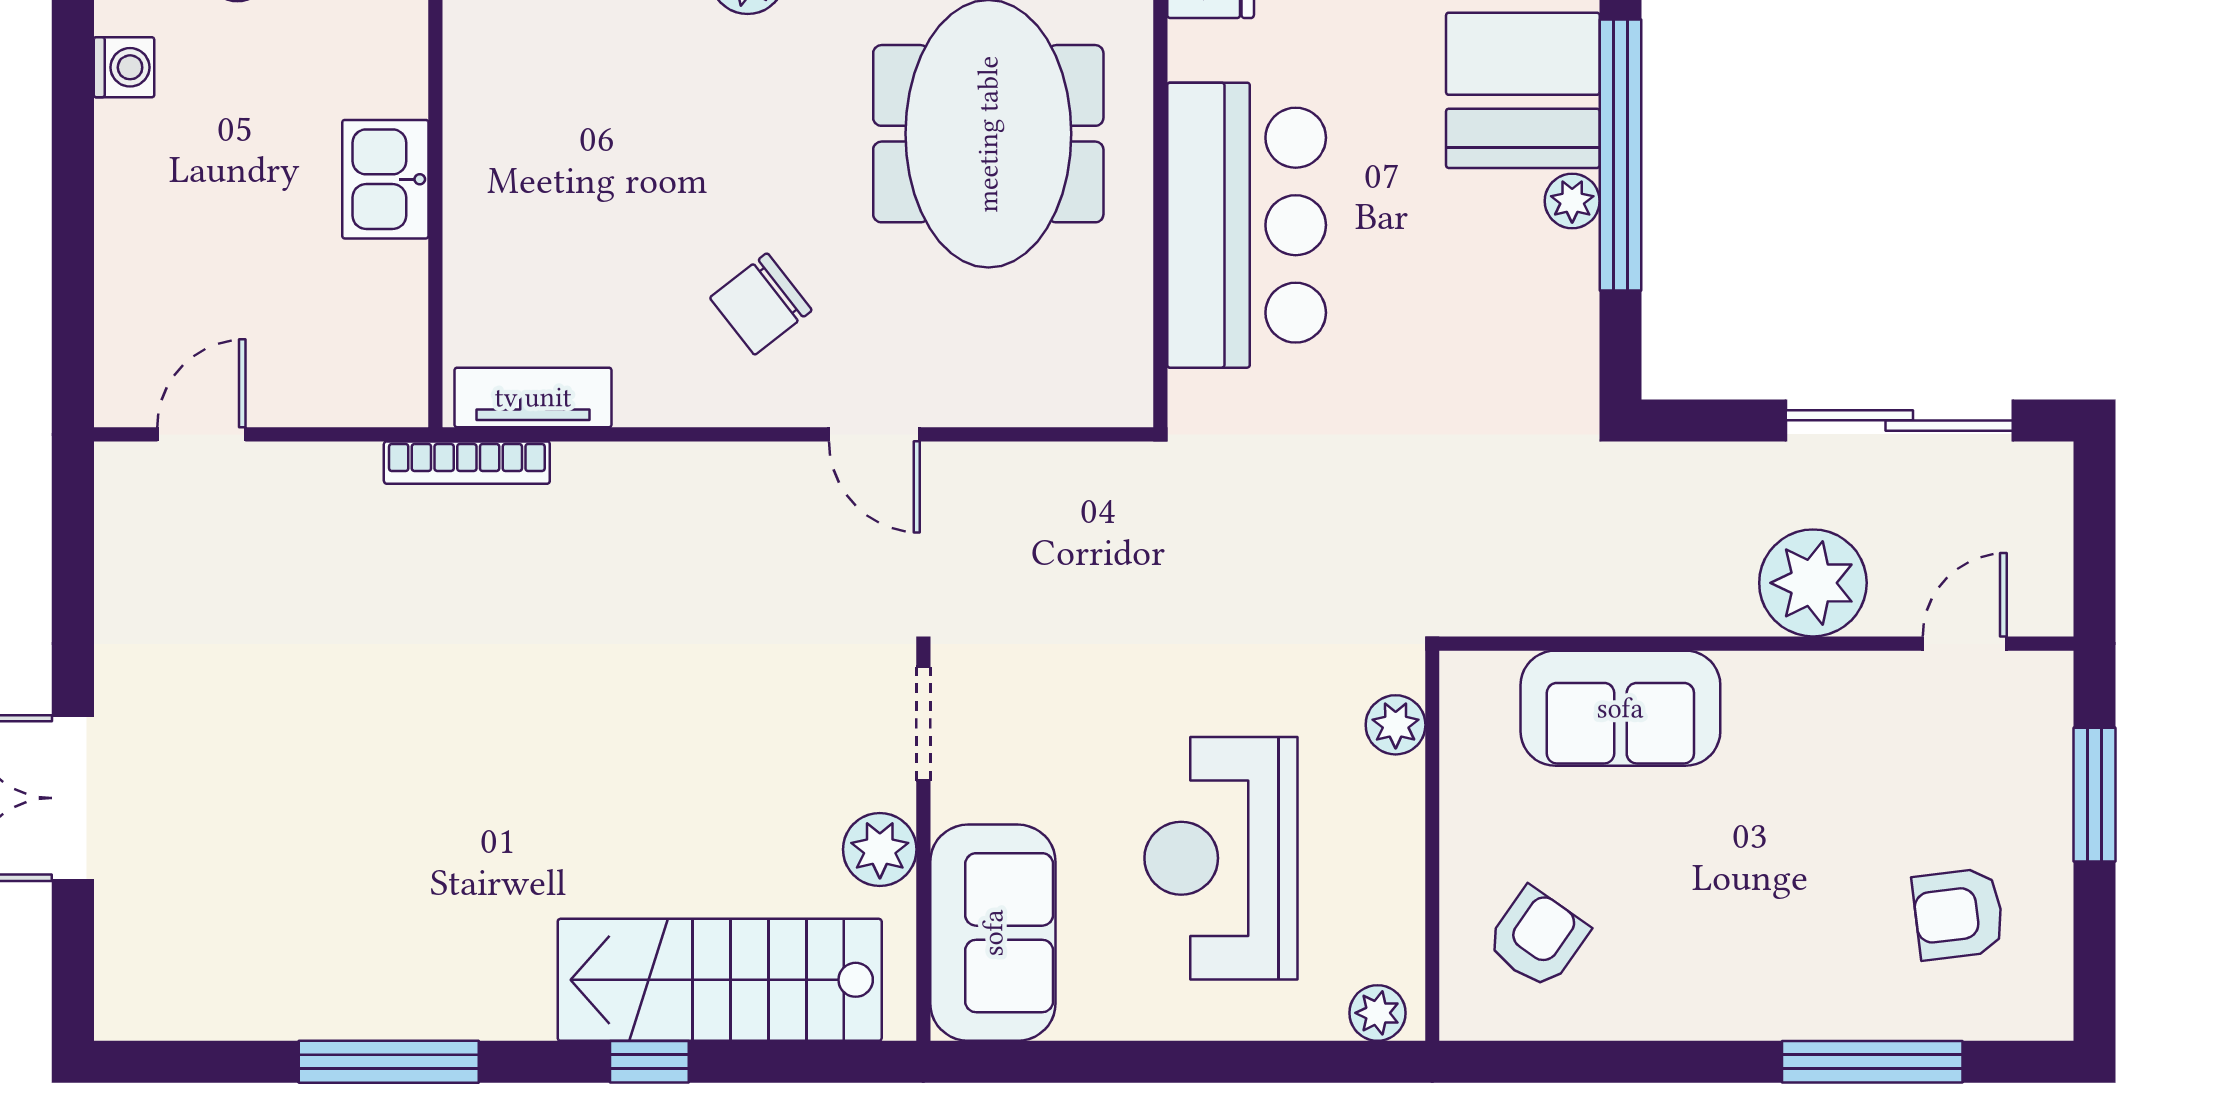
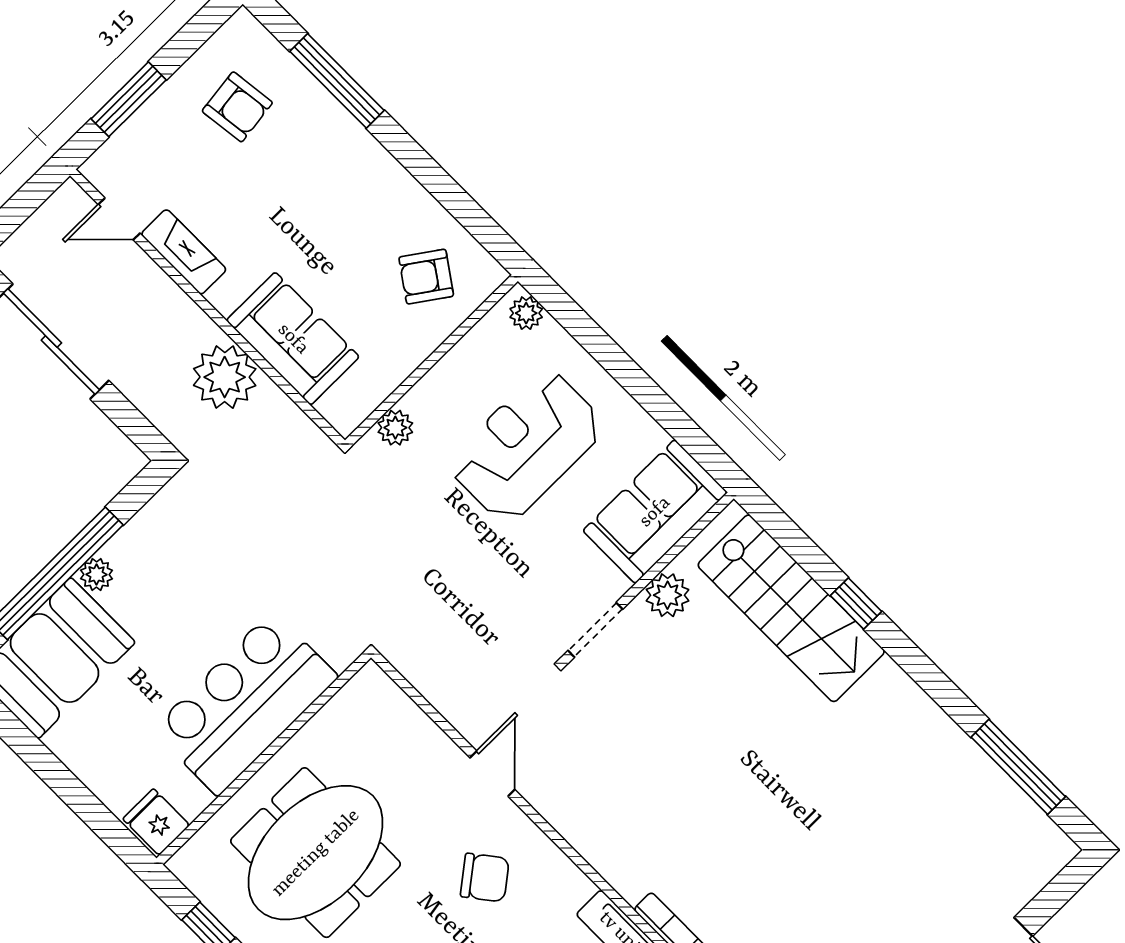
plant: (1813, 583) -> (225, 377), moved
fireplace: (1850, 681) -> (184, 252), added
reception desk: (1221, 858) -> (526, 446), turned 180
window: (389, 1062) -> (1018, 767), moved

